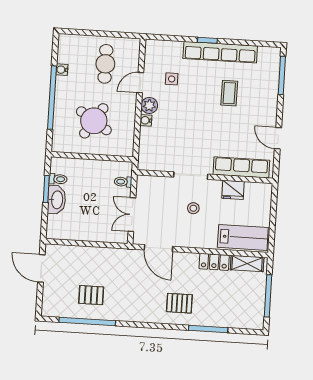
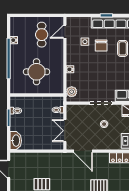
door: (140, 83) -> (65, 32), moved
chair: (196, 86) -> (101, 45), added
plant: (149, 105) -> (72, 92), moved
round table: (94, 121) -> (37, 72), turned -33
washbasin: (57, 200) -> (16, 141), moved

